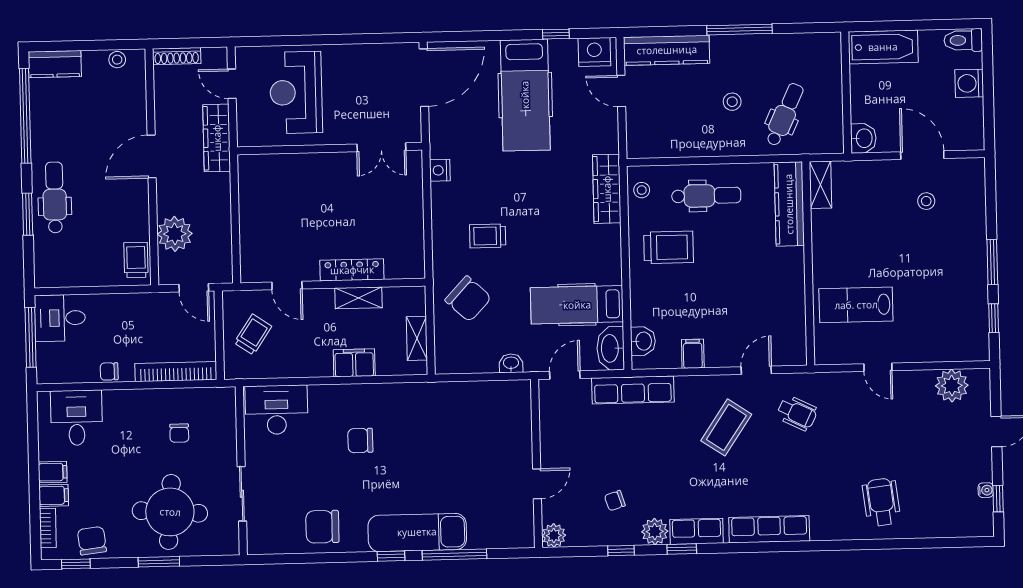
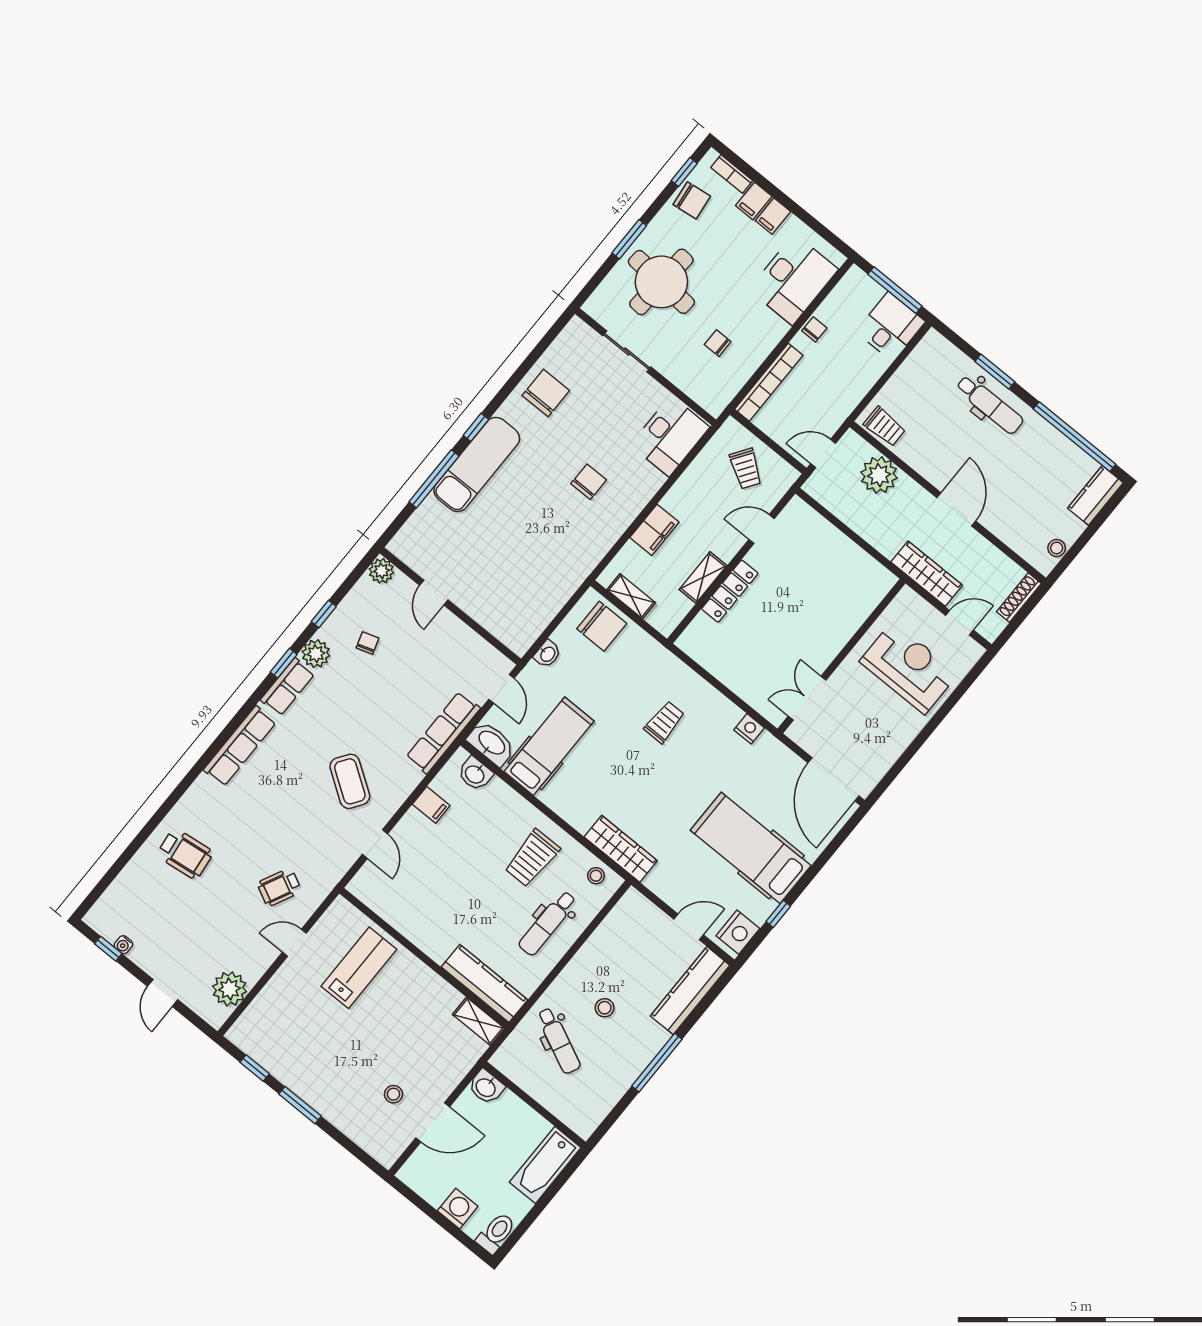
chair: (468, 299) -> (602, 626), moved, turned -133
wheelchair: (797, 413) -> (279, 887), moved
desk: (77, 418) -> (793, 280), width x1.37

